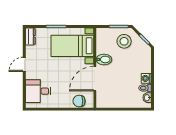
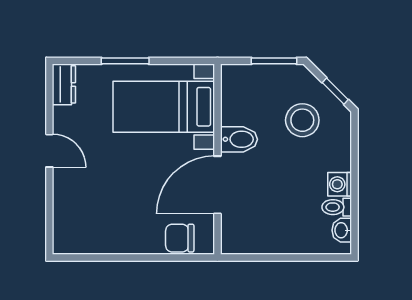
stool: (124, 41) -> (302, 120), moved
door: (24, 64) -> (49, 151), swing flipped
desk: (38, 91) -> (82, 215), removed

